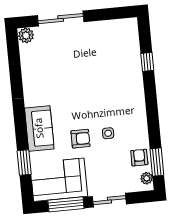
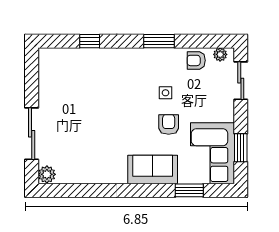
window: (157, 162) -> (159, 41), moved
sliding door: (109, 200) -> (241, 81), moved
window: (66, 204) -> (241, 148), width x0.69

